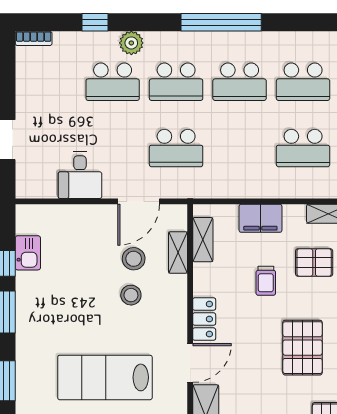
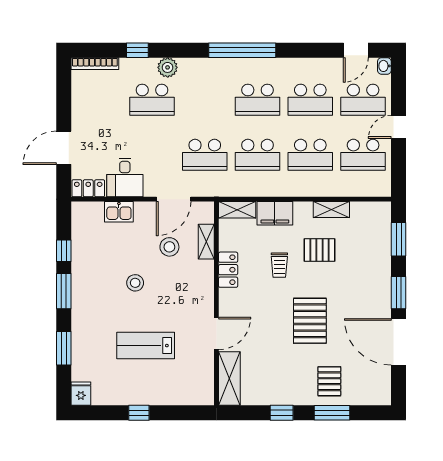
bookcase: (34, 38) -> (95, 64), width x1.56
school desk: (176, 82) -> (258, 155), moved
locker: (36, 188) -> (88, 188), added
shelving: (203, 240) -> (237, 210), moved, turned 90
kitchen sink: (28, 253) -> (119, 212), moved, turned 90
stool: (131, 295) -> (135, 283), moved
locker: (204, 319) -> (228, 270), moved
lab bench: (105, 377) -> (146, 346), width x0.73, depth x0.72

